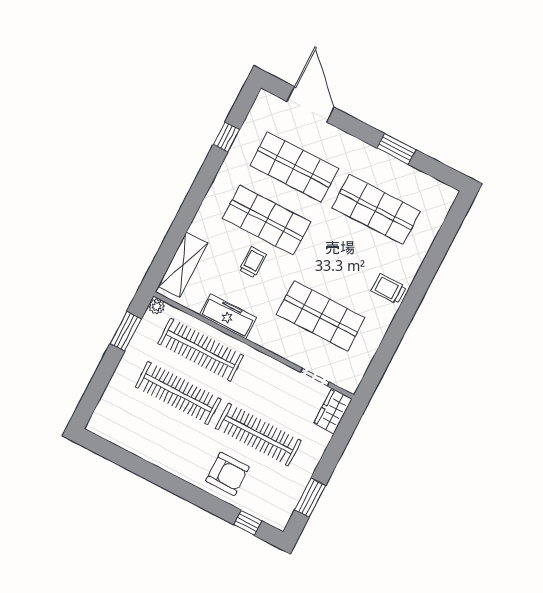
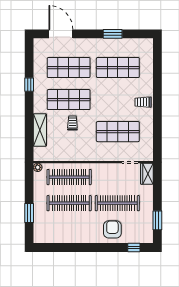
window: (226, 137) -> (29, 85), moved
shelving: (183, 265) -> (40, 130), moved
freezer: (228, 316) -> (74, 155), removed
window: (126, 331) -> (29, 213), moved
armchair: (228, 474) -> (112, 229), turned -90

